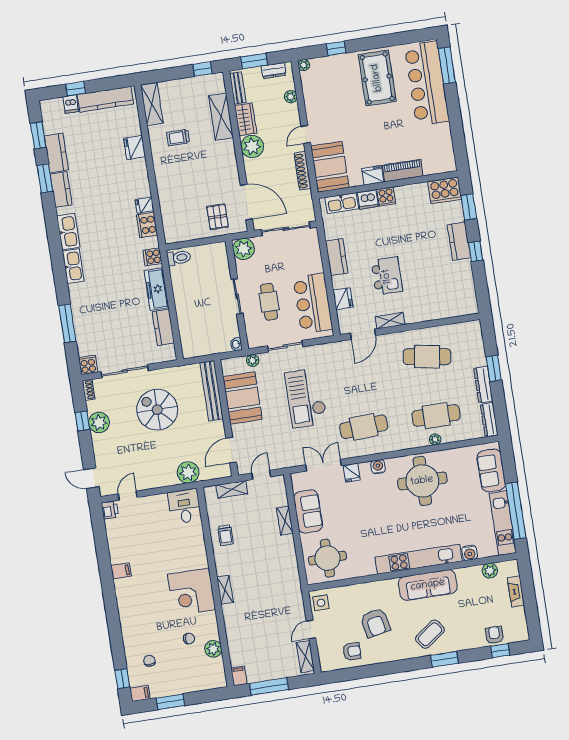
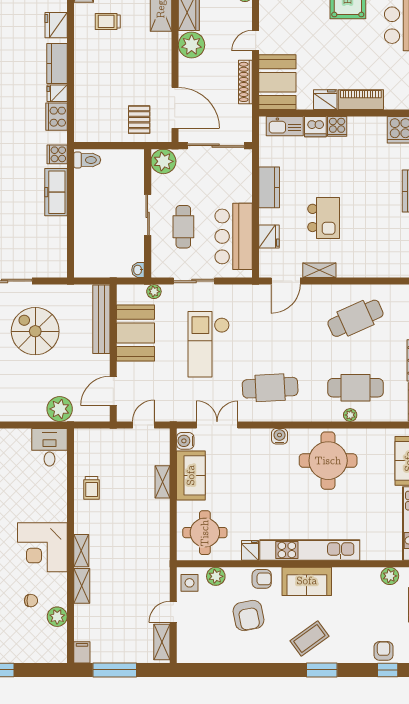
kitchen counter: (163, 327) -> (57, 64), moved
cafe table: (427, 357) -> (355, 318), turned -33
fridge: (352, 473) -> (250, 550), moved, turned 180
shelving: (232, 489) -> (82, 586), moved, turned 90
water cooler: (470, 553) -> (185, 441), moved, turned 90
sofa: (428, 585) -> (307, 581), width x0.73
plant: (342, 594) -> (216, 576), added
armchair: (352, 651) -> (262, 579), moved

